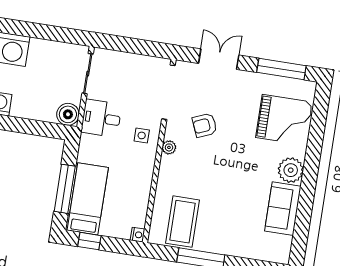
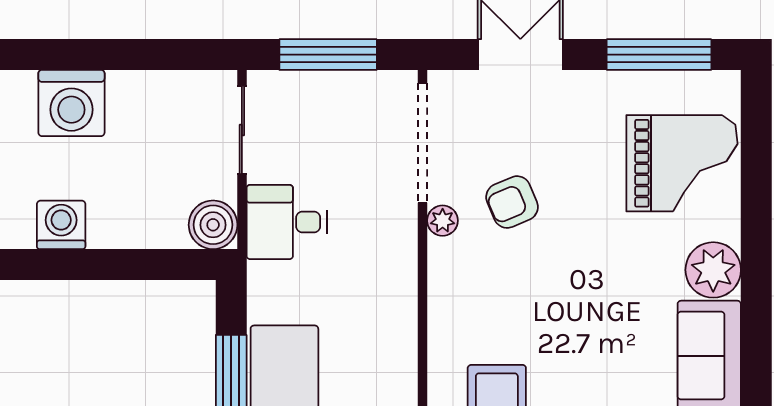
window: (132, 46) -> (328, 55), added
side table: (142, 135) -> (379, 245), removed
plant: (169, 147) -> (443, 221), moved

